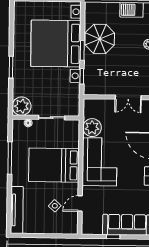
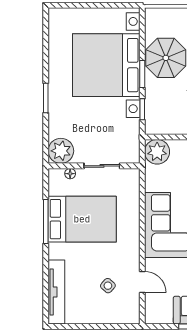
plant: (92, 128) -> (157, 152), moved
bed: (54, 165) -> (82, 219), moved, turned 180
door: (80, 203) -> (142, 282), swing flipped

